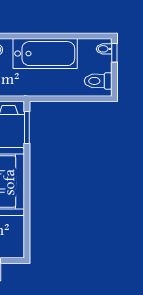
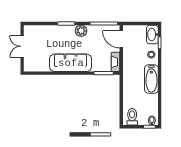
bathtub: (45, 54) -> (151, 79), width x0.73, depth x0.73

